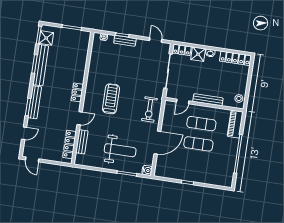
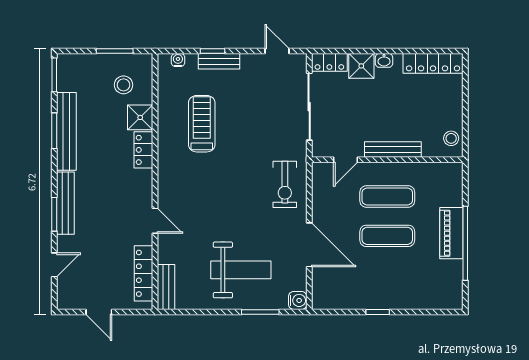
shower: (46, 38) -> (140, 117), moved
stool: (74, 46) -> (124, 85), added
locker: (77, 92) -> (143, 150), moved
treadmill: (111, 99) -> (202, 124), moved
door: (80, 118) -> (155, 221), hinge flipped
piano: (235, 124) -> (451, 233), moved
bench: (82, 142) -> (166, 287), moved
door: (157, 143) -> (309, 245), hinge flipped
door: (32, 159) -> (99, 312), moved

